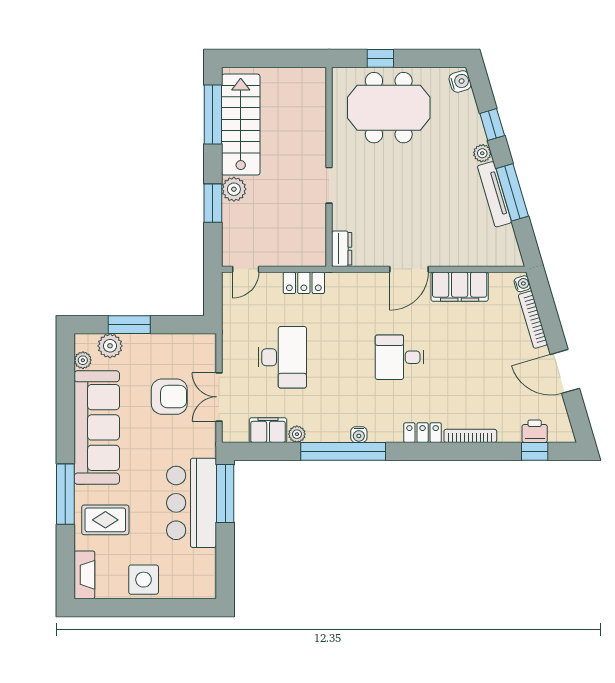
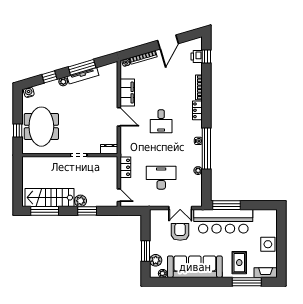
filing cabinet: (268, 430) -> (196, 184), removed
window: (65, 494) -> (247, 282), moved
bar counter: (192, 503) -> (223, 221), width x1.36

